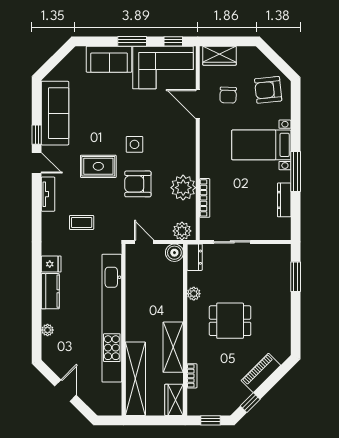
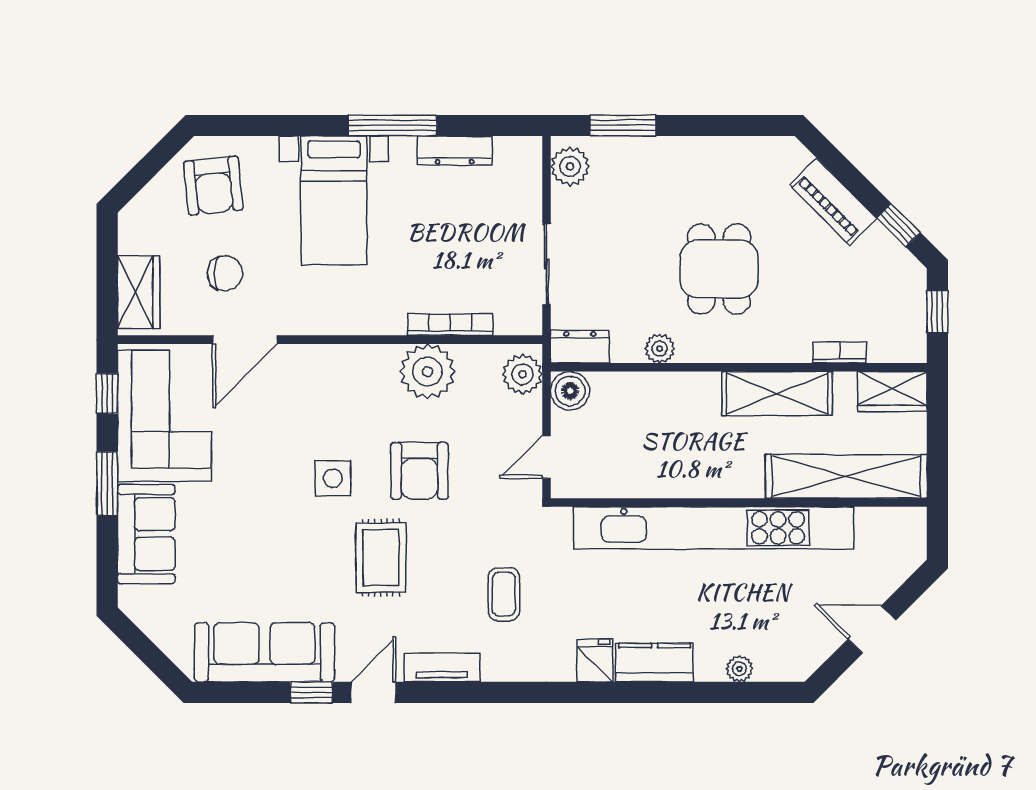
plant: (277, 253) -> (570, 166), added

